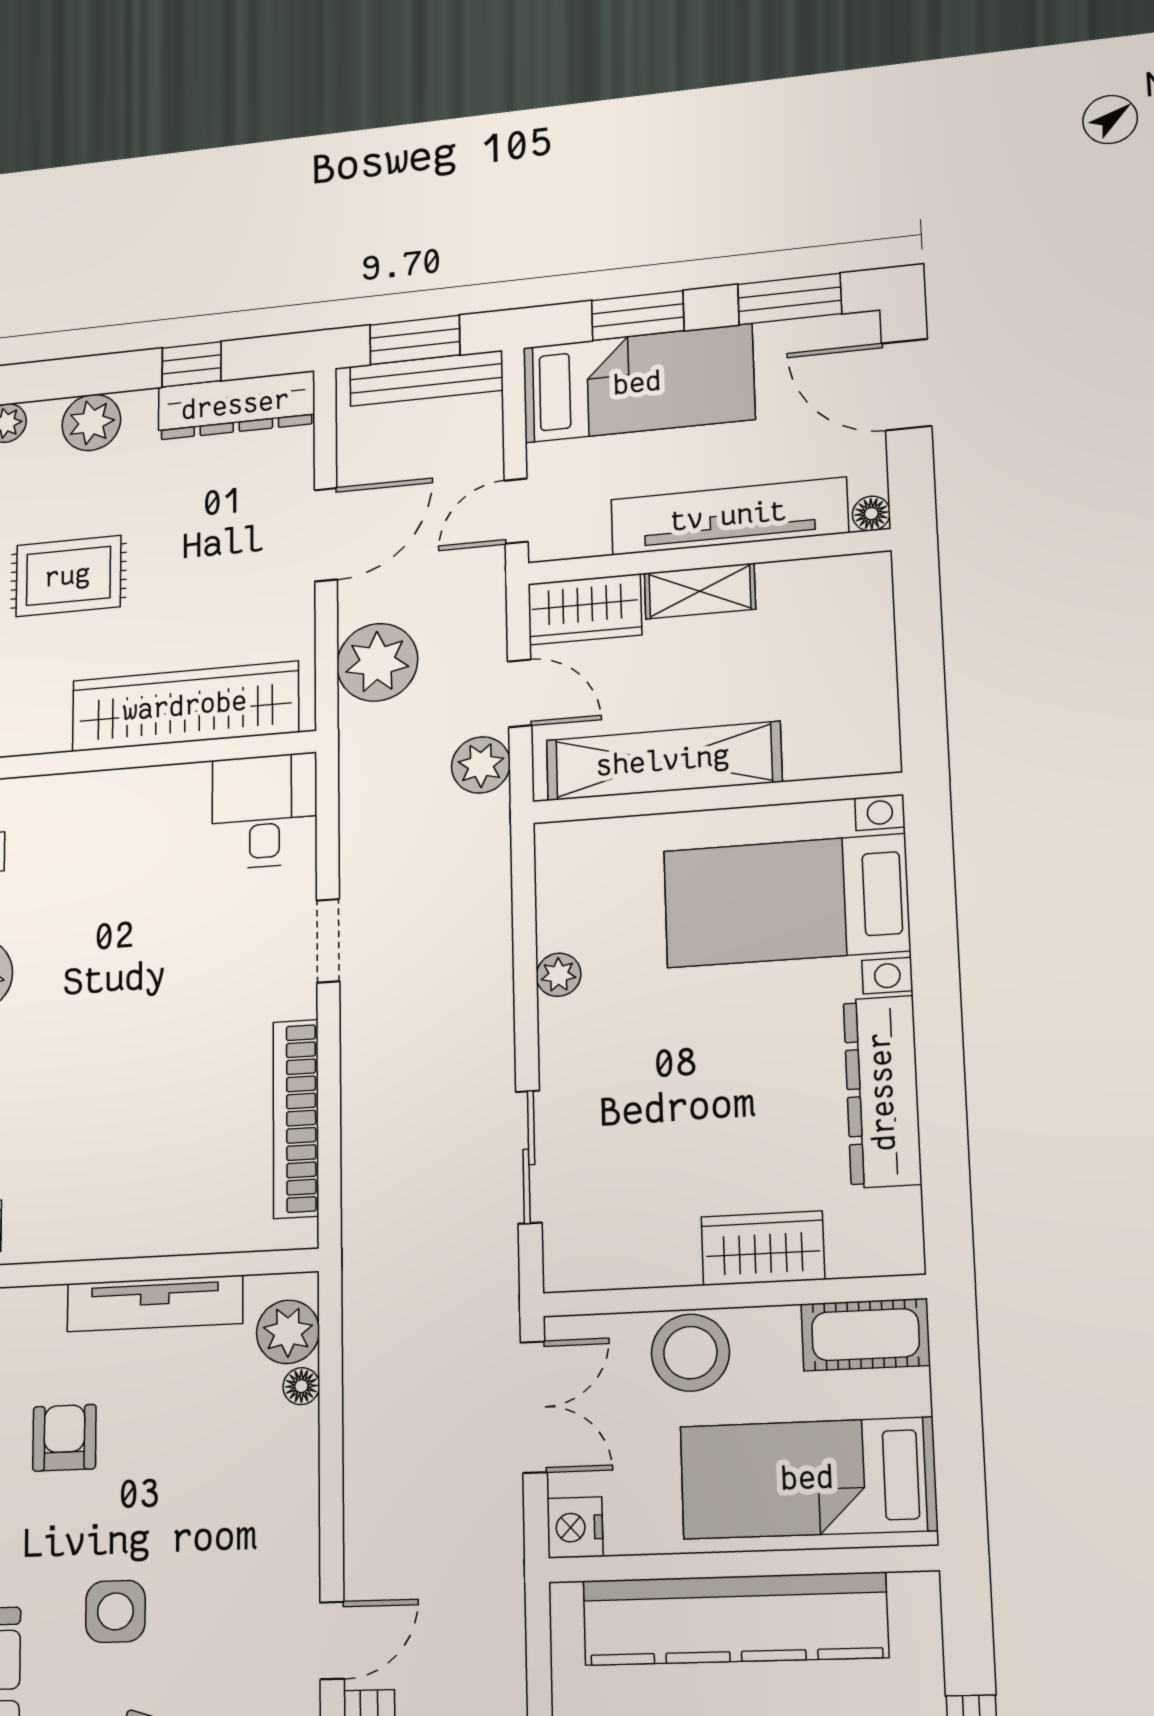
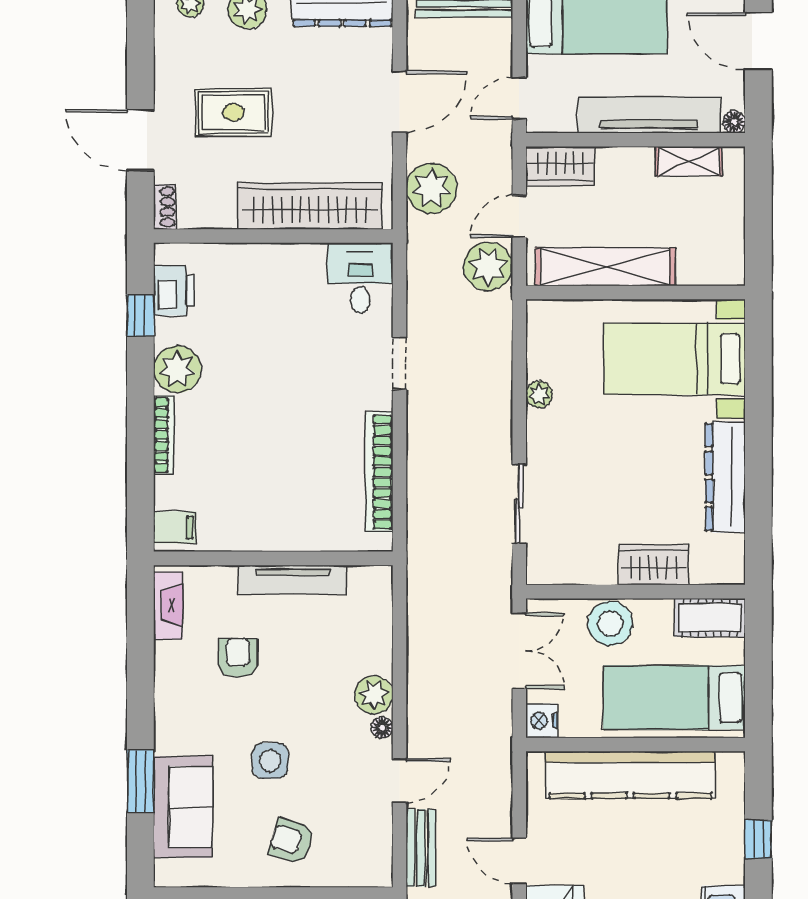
shelving: (700, 591) -> (689, 161), moved
door: (520, 693) -> (519, 216), swing flipped
plant: (481, 765) -> (488, 266), width x1.36, depth x1.36
plant: (288, 1332) -> (374, 695), moved
floor lamp: (301, 1386) -> (382, 728), moved

